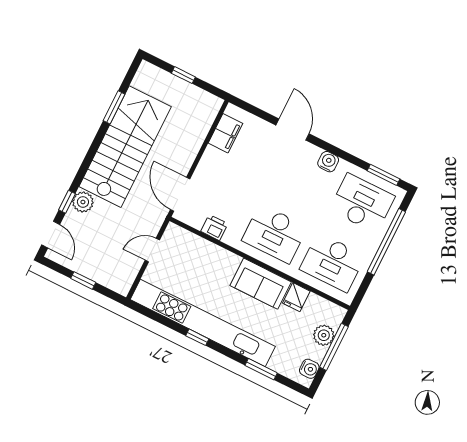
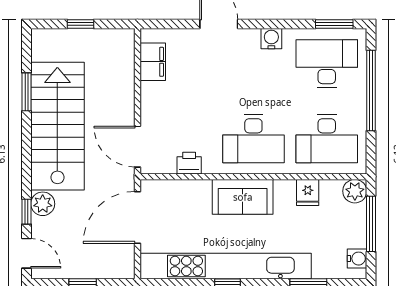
door: (152, 250) -> (138, 217), width x1.88
sofa: (261, 284) -> (243, 197), moved
plant: (324, 335) -> (355, 191), moved

